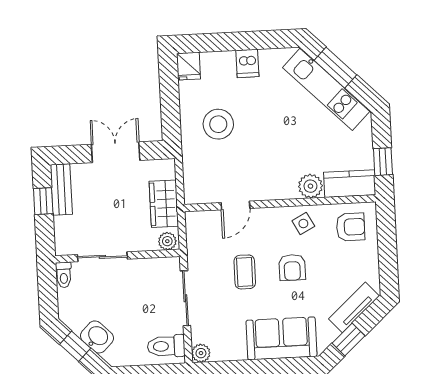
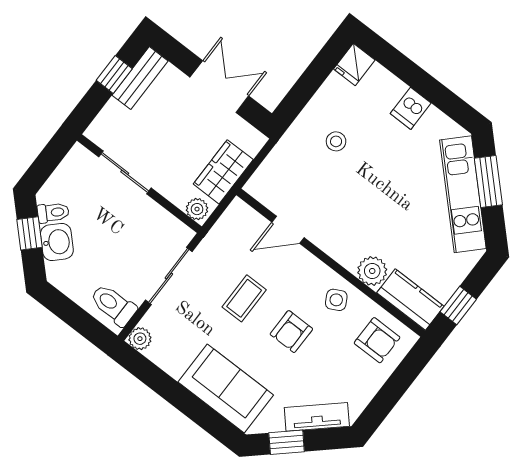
stool: (218, 124) -> (336, 141), width x0.53, depth x0.53
toilet: (64, 275) -> (53, 213), moved, turned -135

